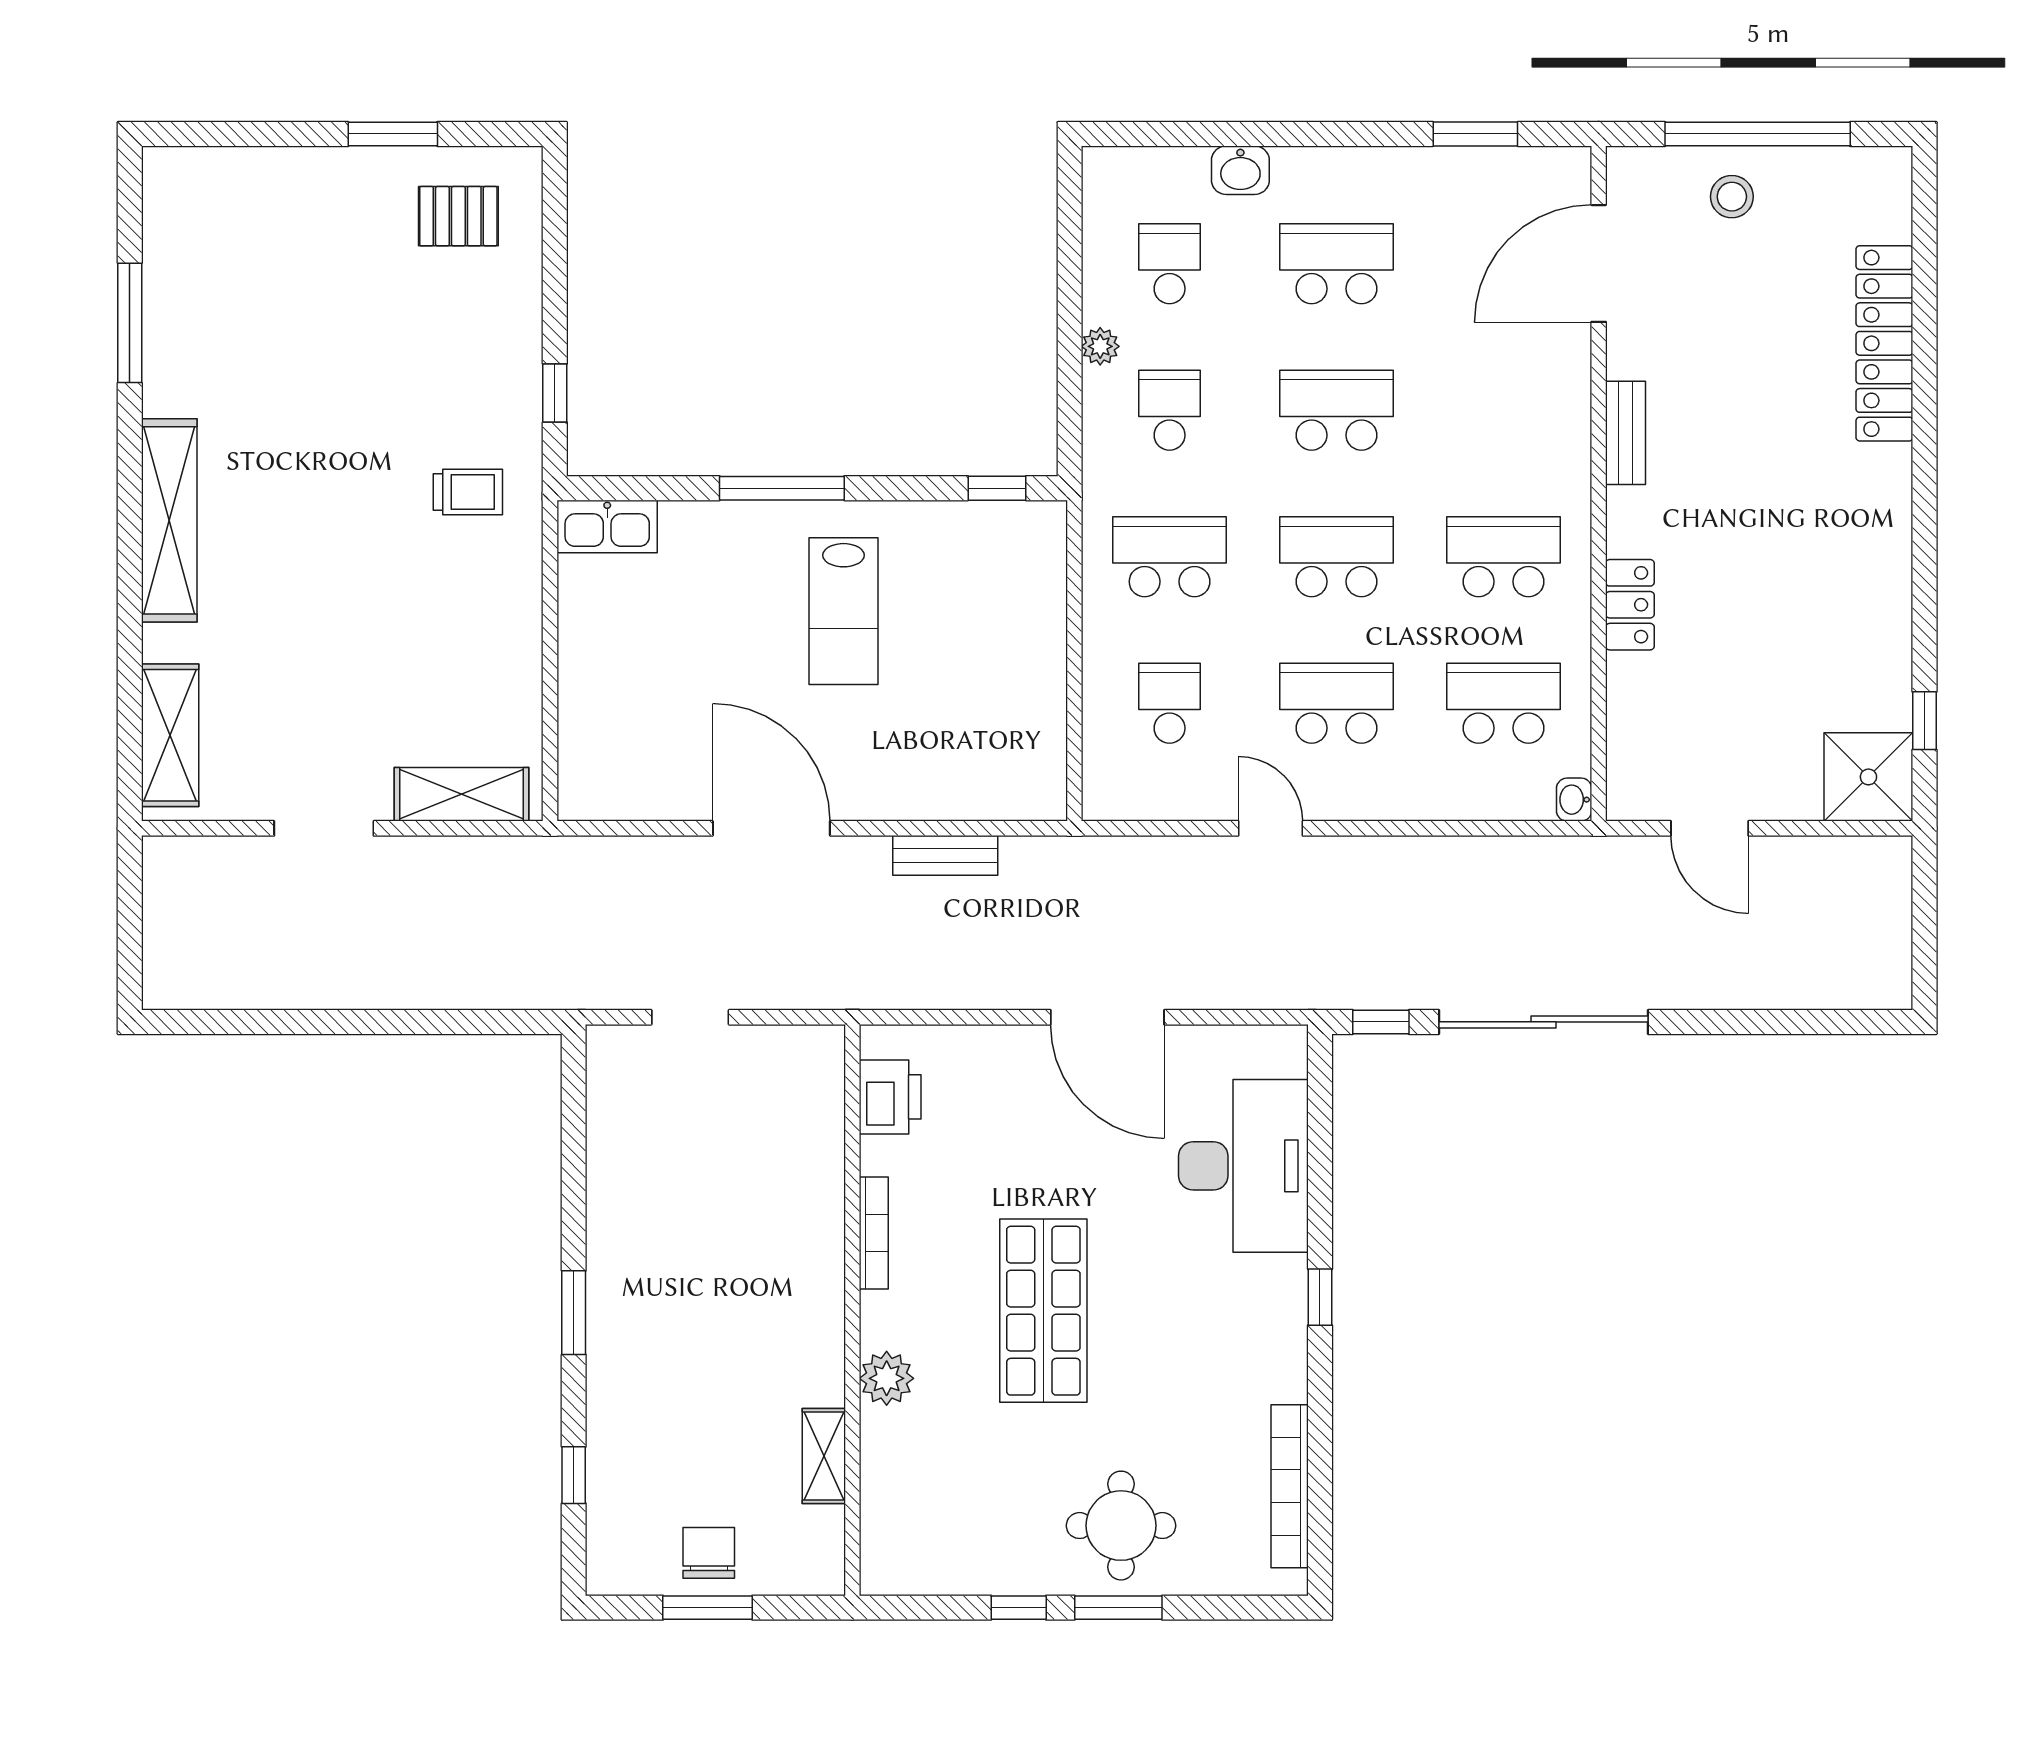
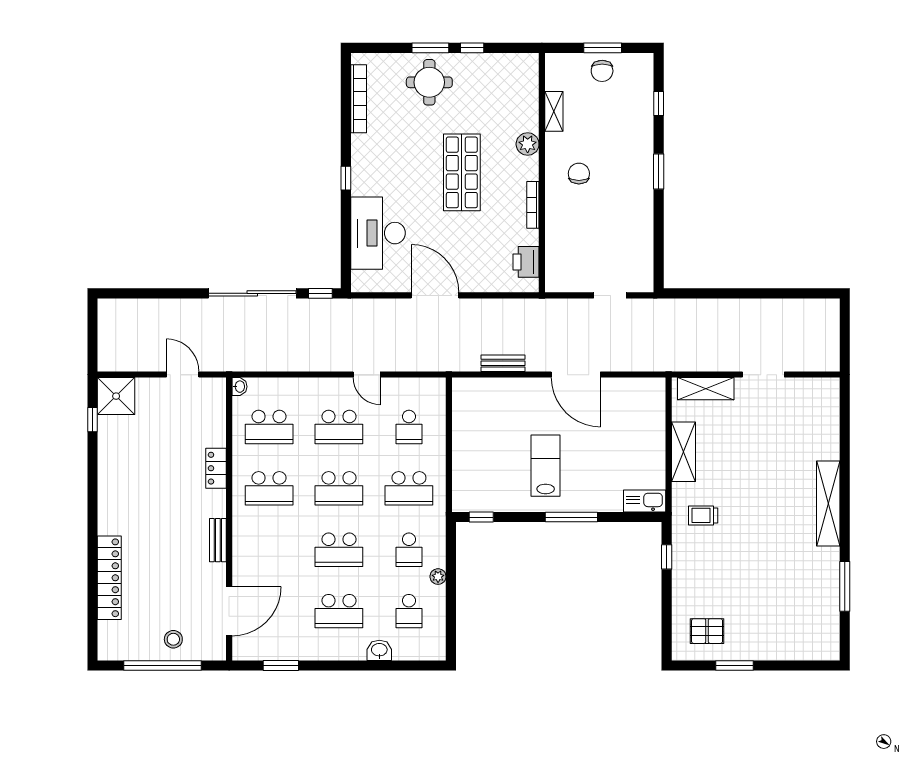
shelving: (170, 735) -> (684, 452), moved
chair: (764, 1308) -> (579, 174), added

